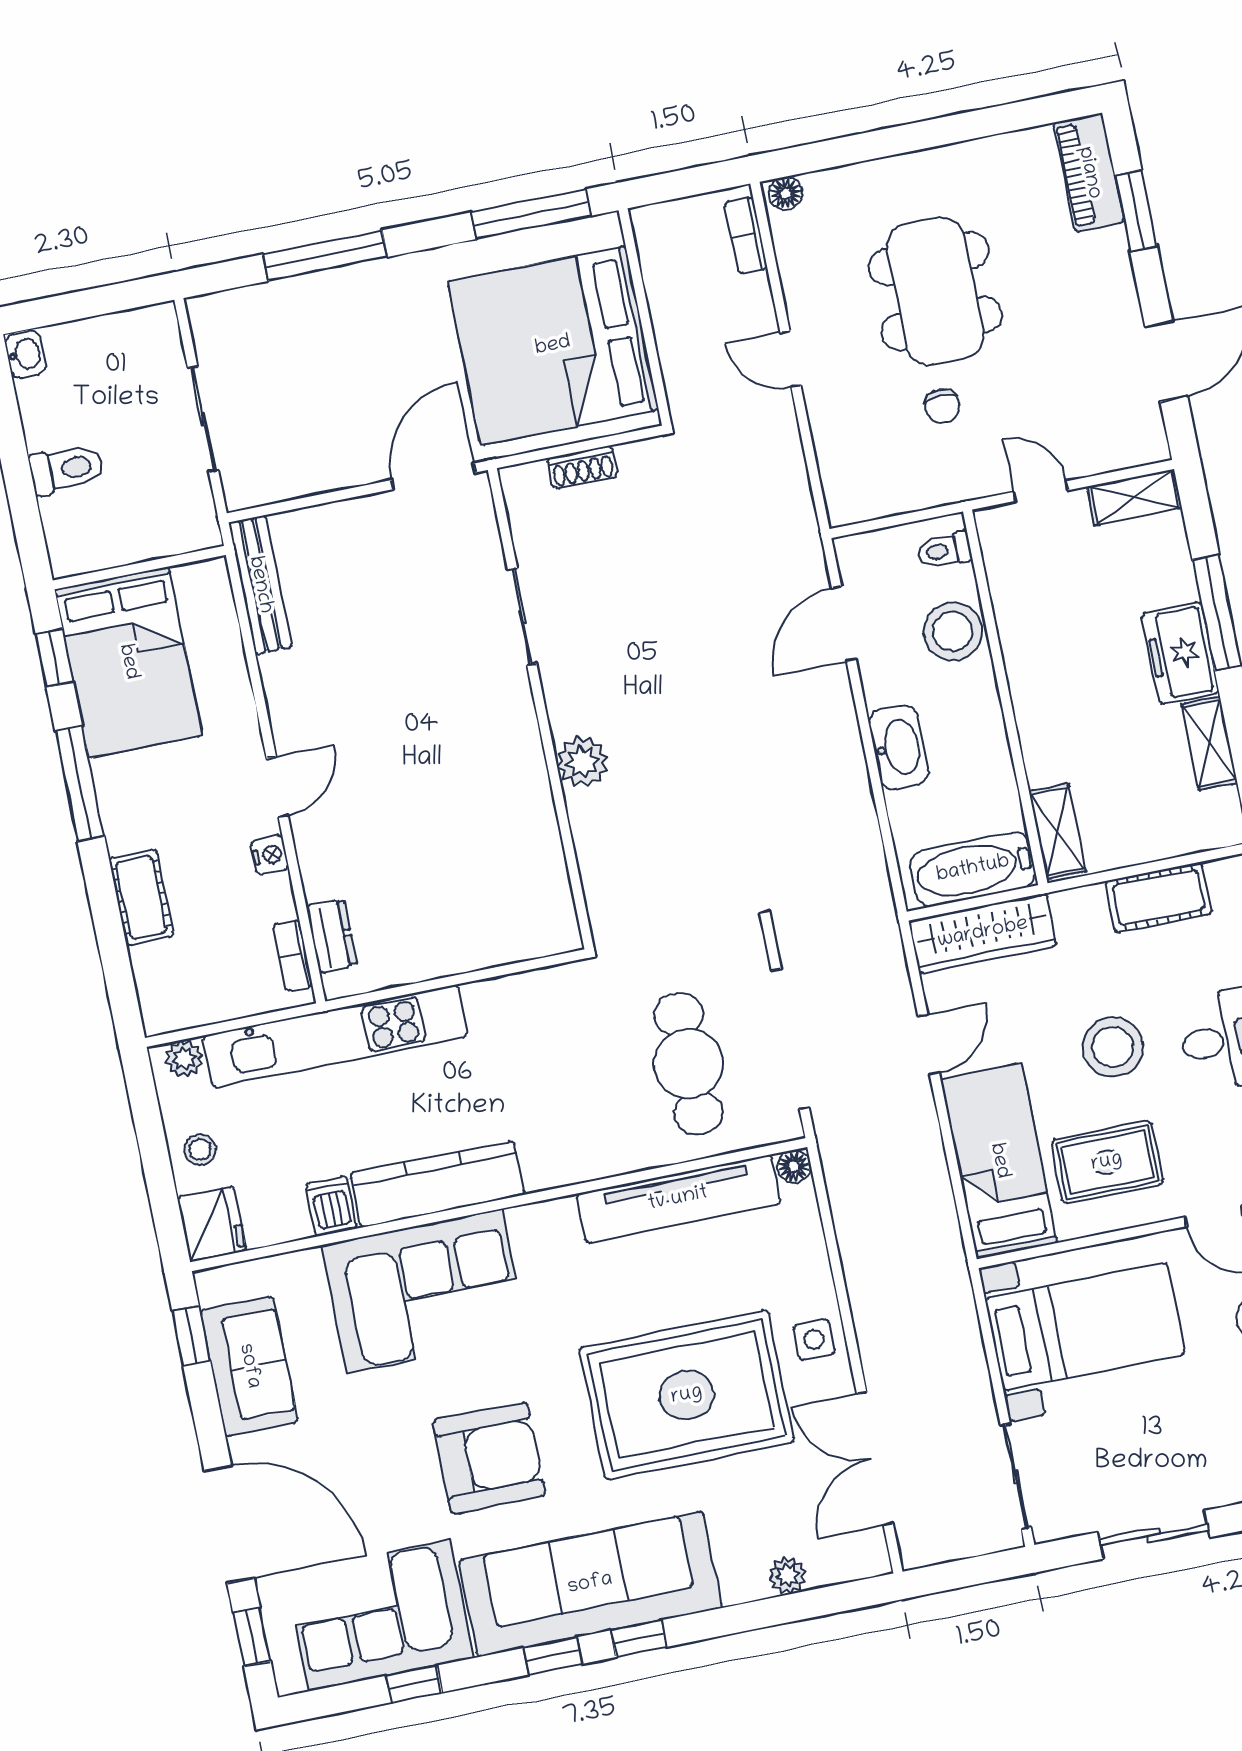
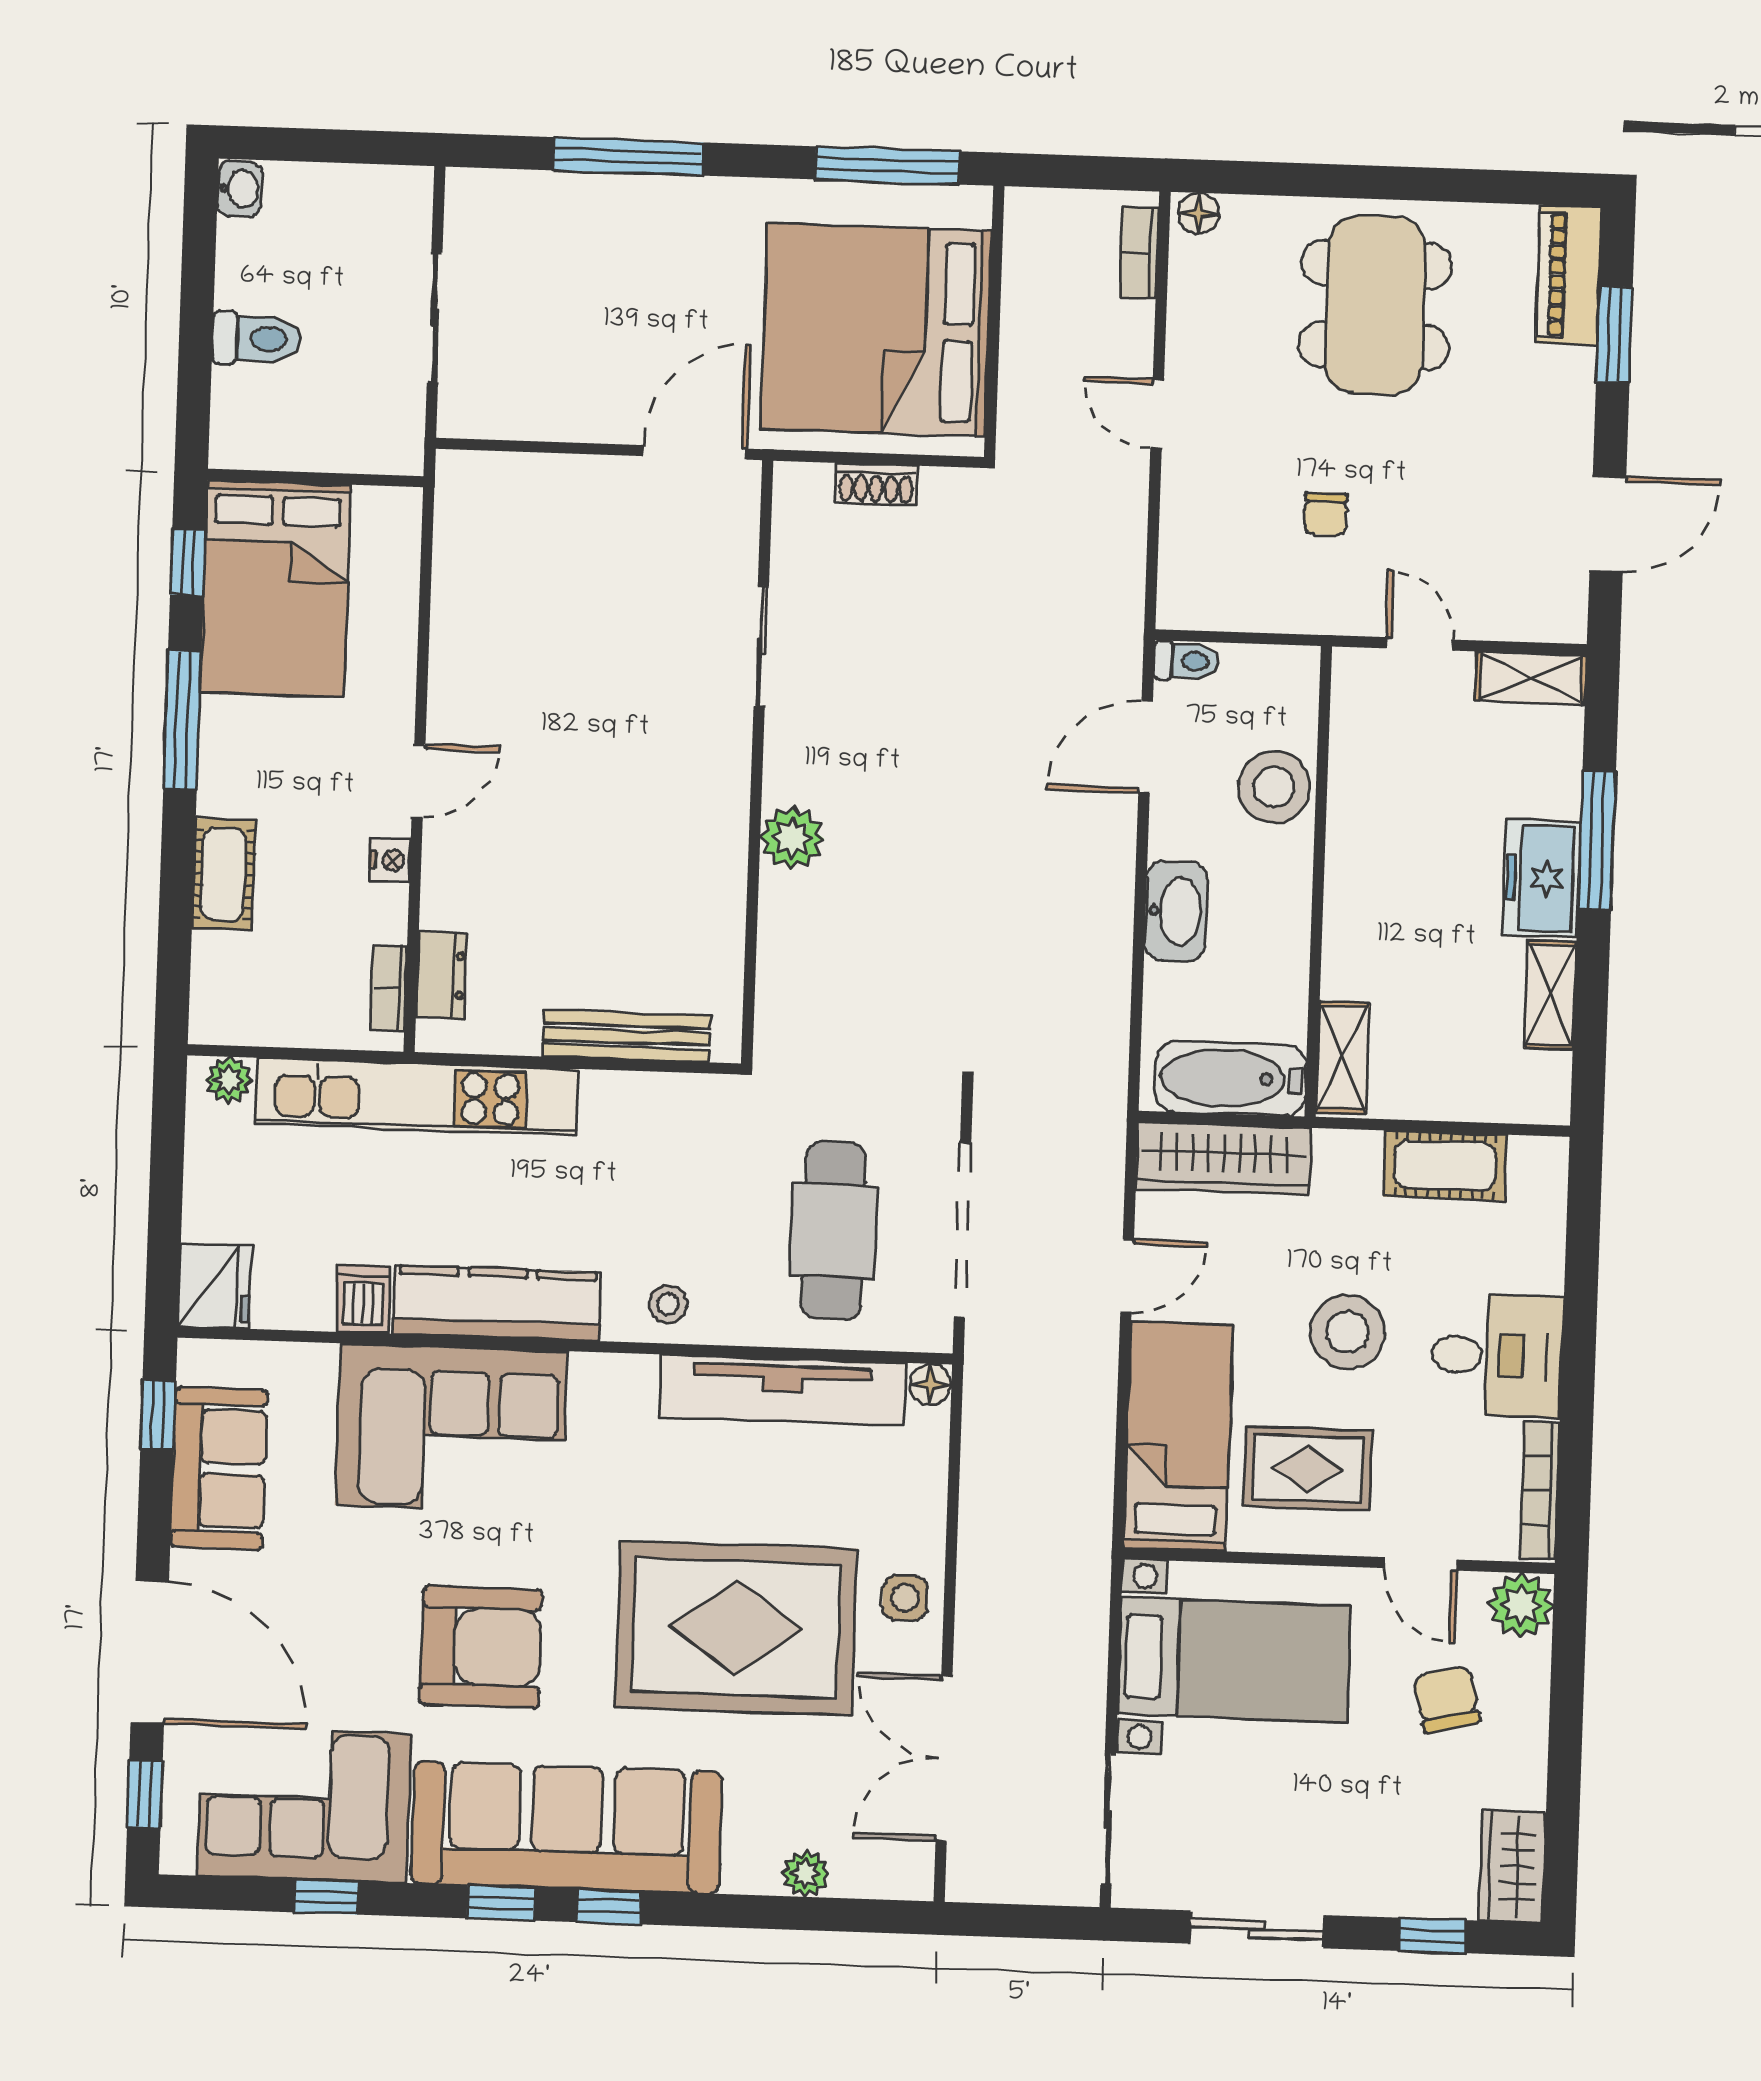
dining table: (935, 291) -> (1375, 305), moved
toilet: (944, 550) -> (1186, 661), moved, turned 180
bench: (260, 585) -> (627, 1036), moved, turned 90
stool: (200, 1150) -> (668, 1304), moved

